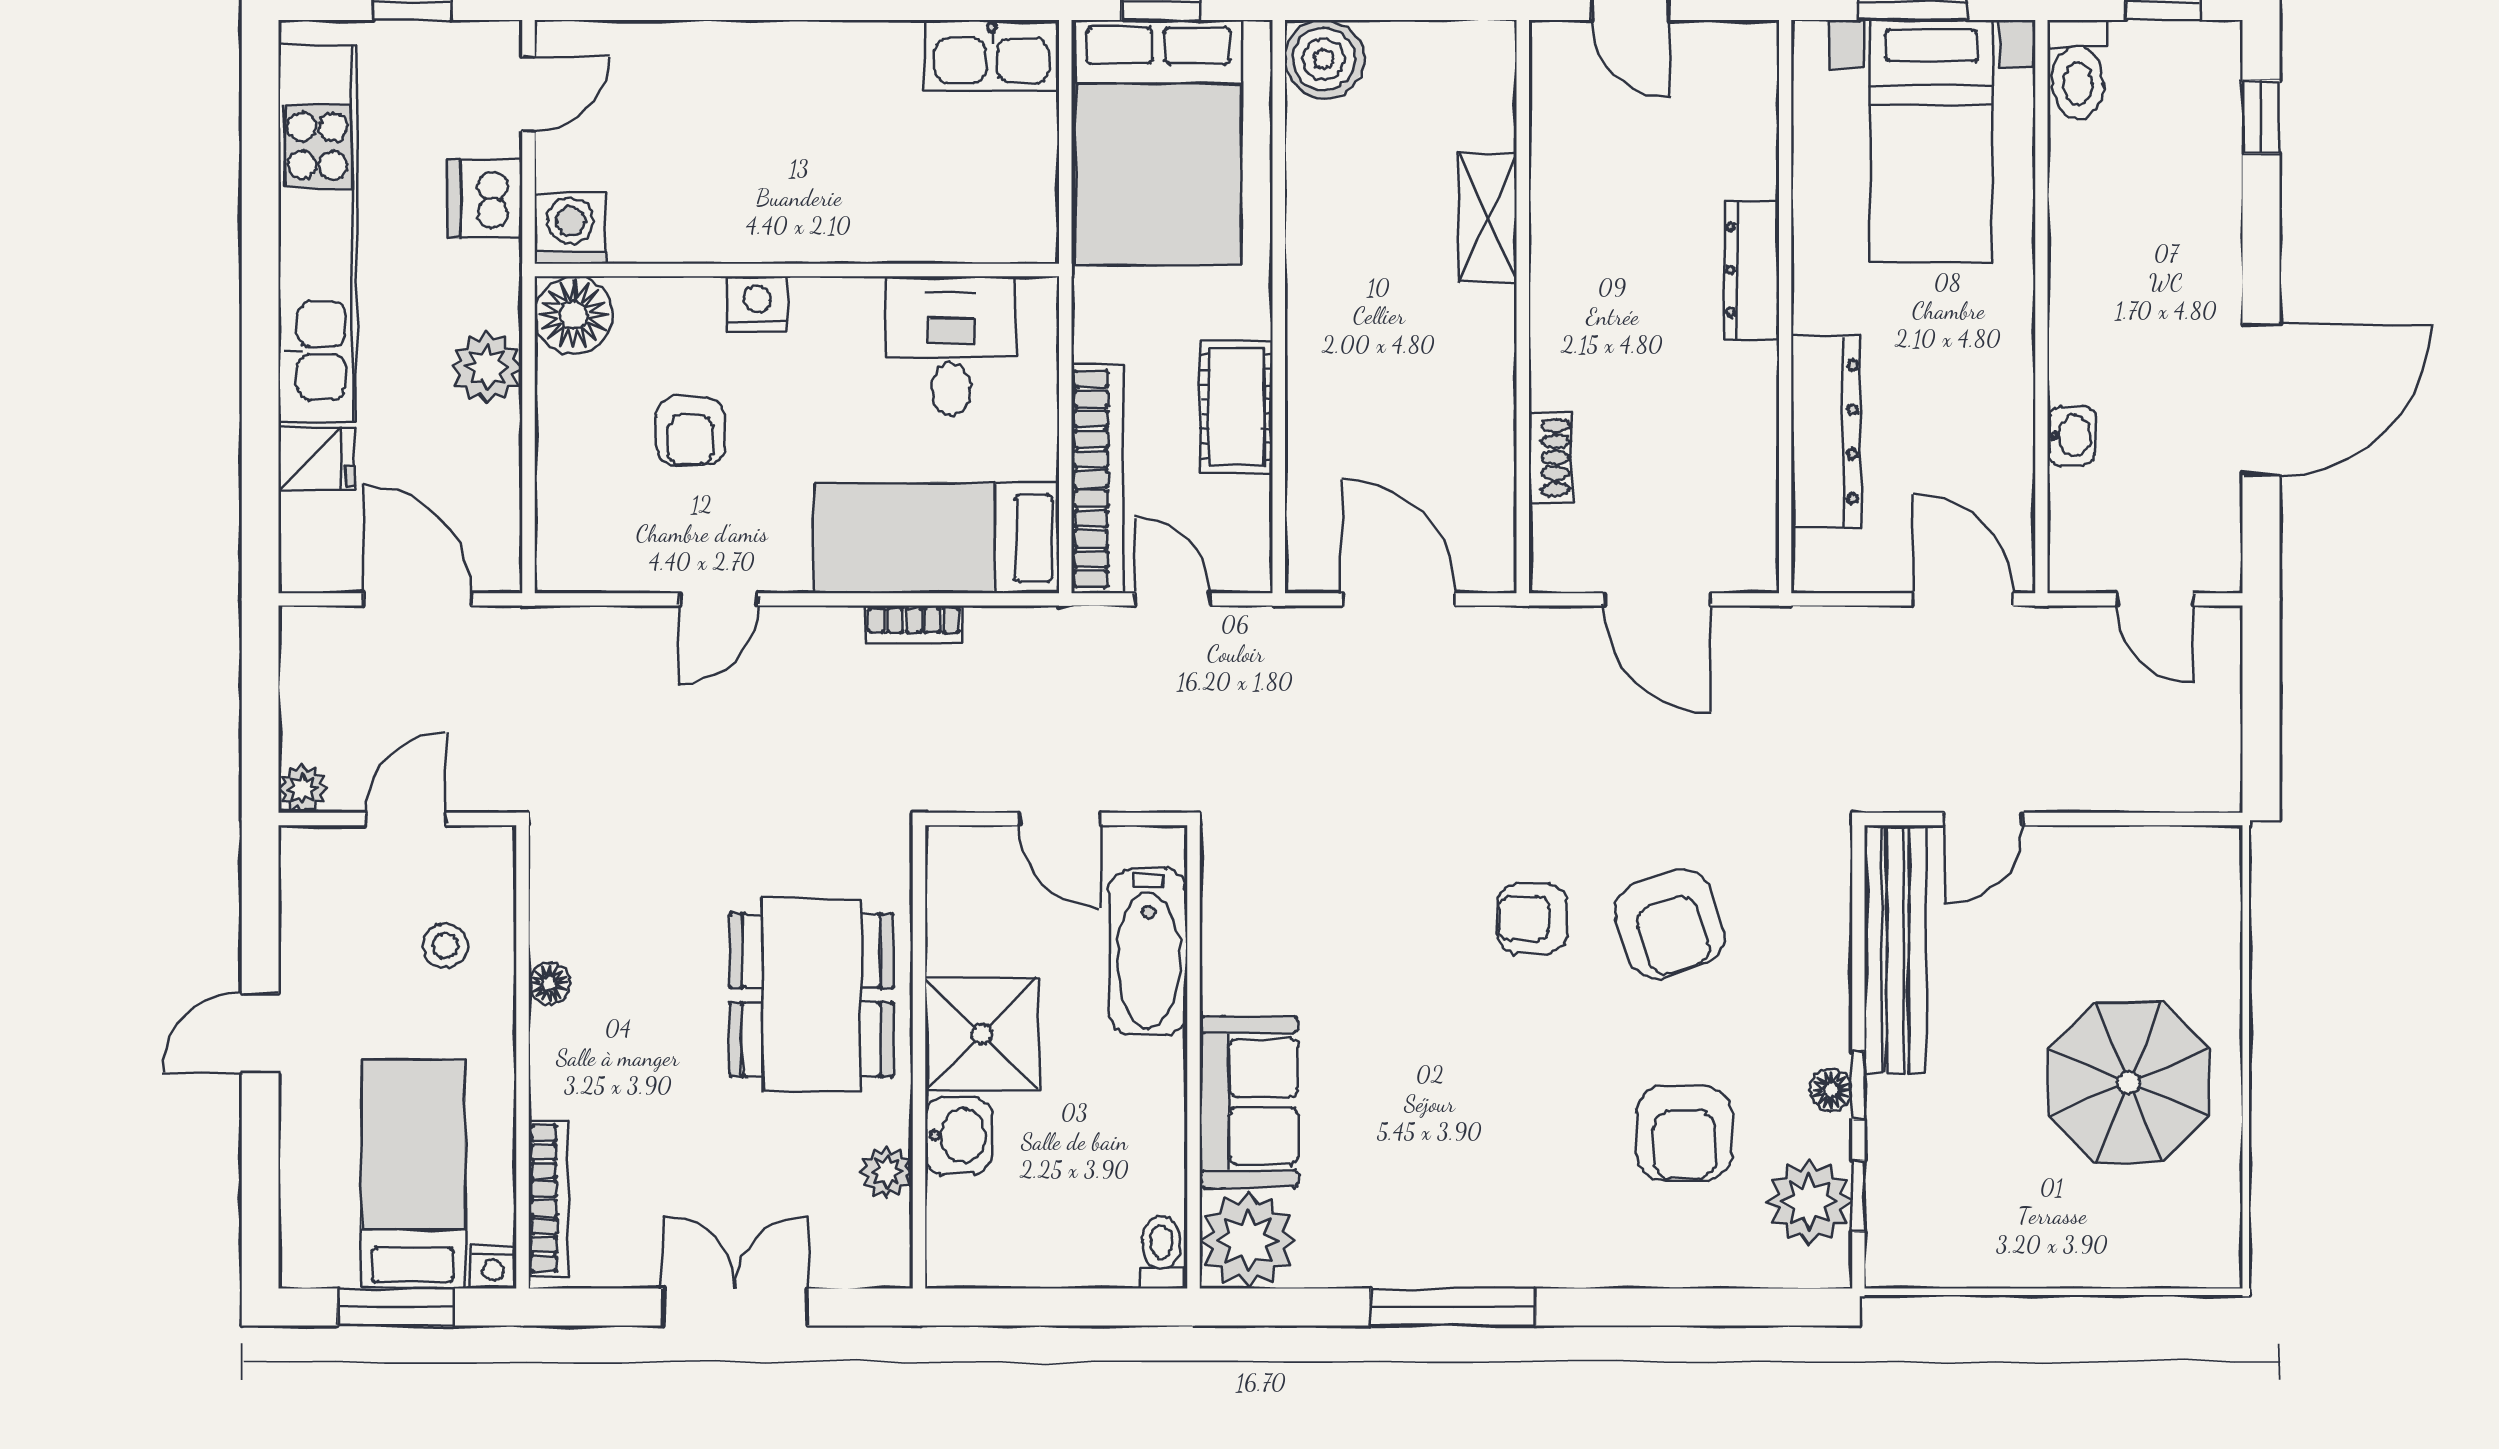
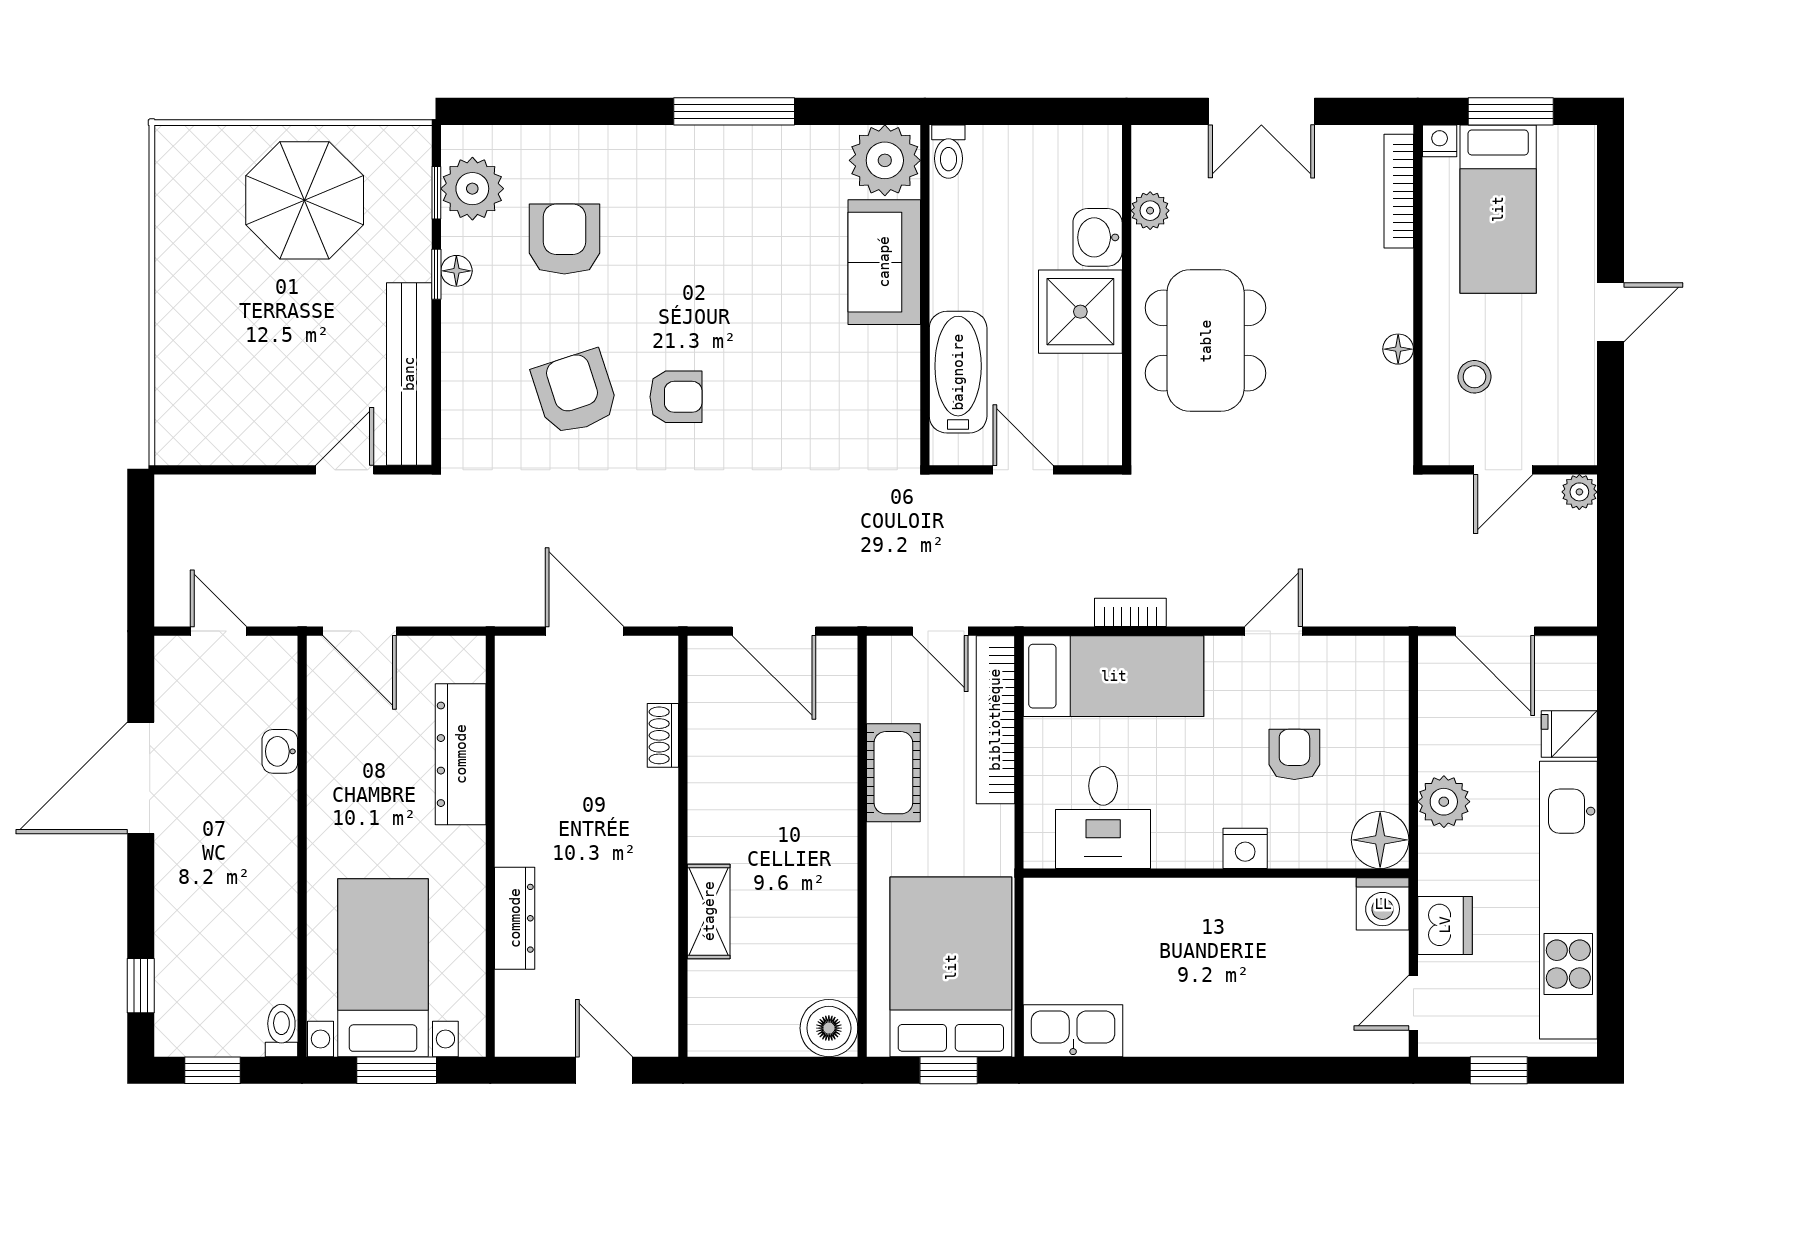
toilet: (2078, 69) -> (281, 1031), width x0.73, depth x0.72
dresser: (1752, 270) -> (515, 918), moved
parasol: (2129, 1082) -> (305, 200), moved

